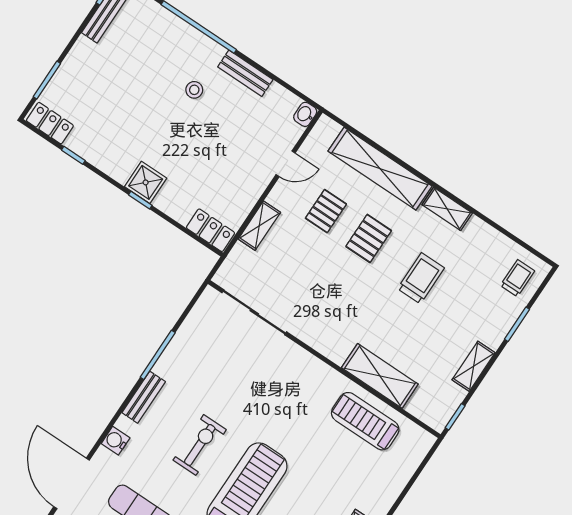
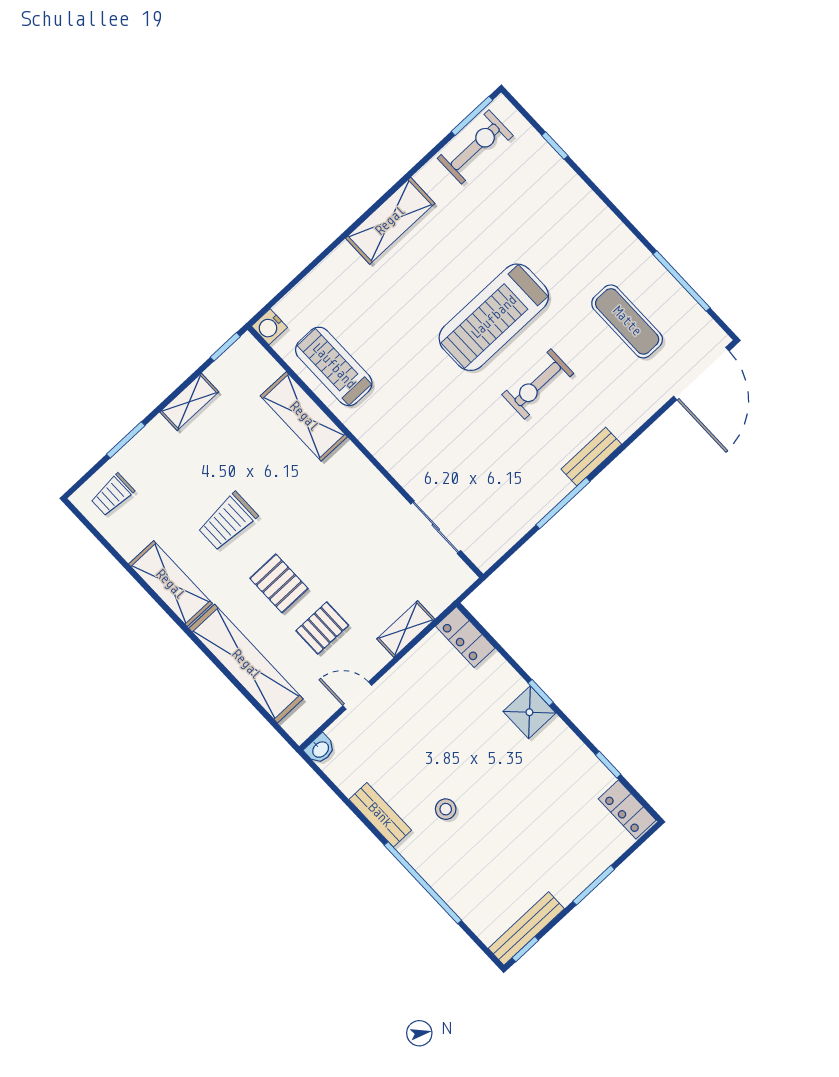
window: (47, 80) -> (594, 885), moved
shelving: (447, 209) -> (170, 584), width x1.50, depth x1.33
pallet: (369, 238) -> (279, 583), turned 90
sliding door: (254, 312) -> (436, 527), width x0.73
treadmill: (365, 421) -> (334, 366), turned 180
water cooler: (116, 441) -> (269, 327), moved, turned 90

